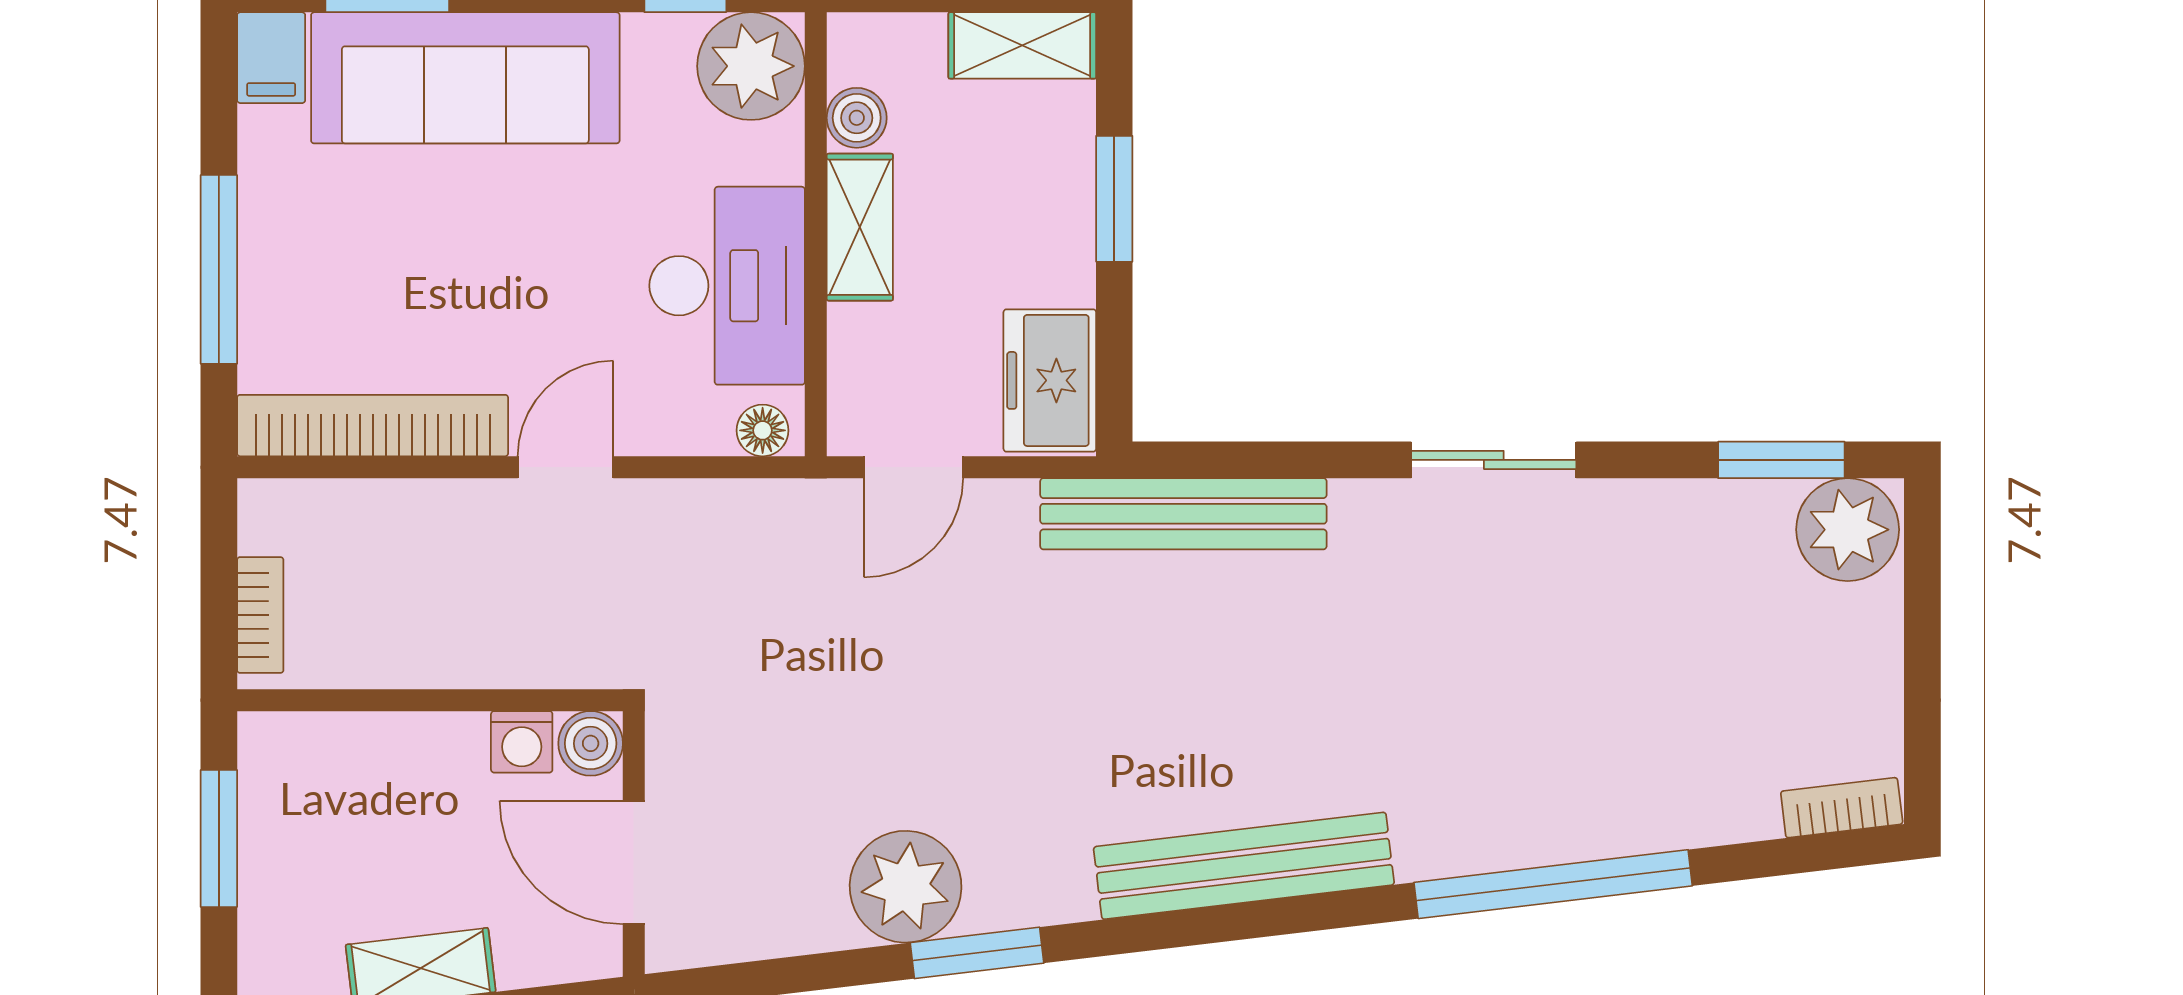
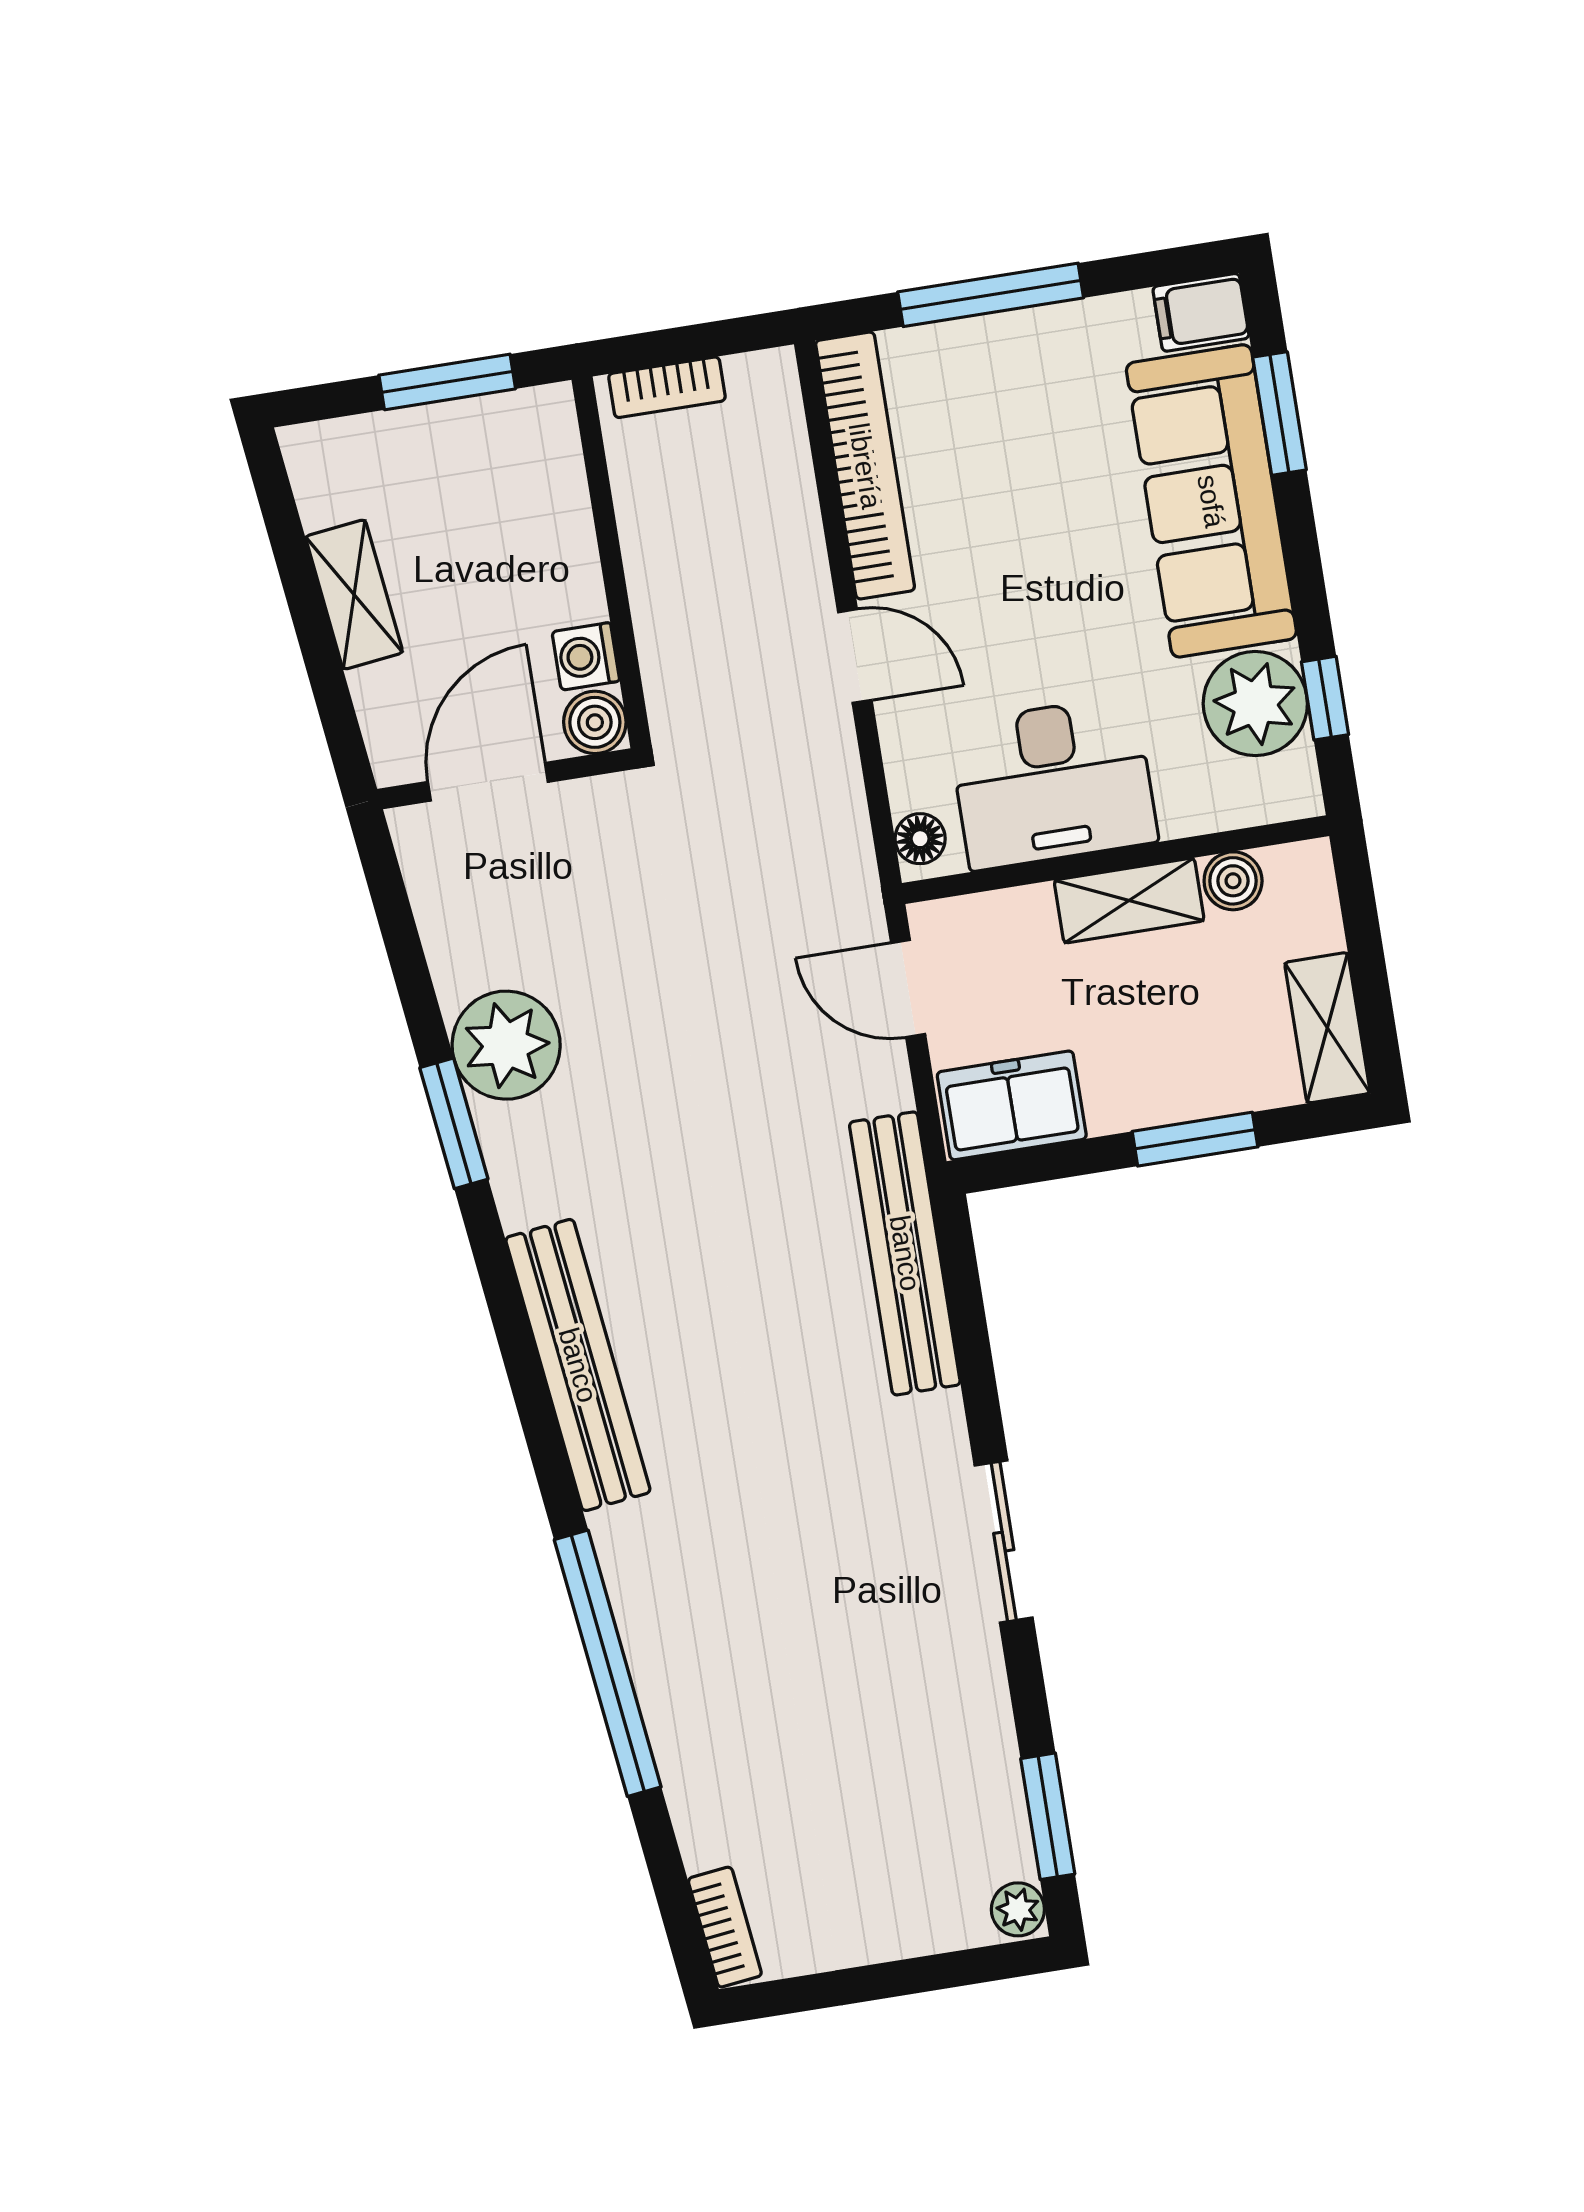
plant: (751, 66) -> (1255, 703), moved
plant: (1848, 530) -> (1018, 1909), width x0.53, depth x0.53

